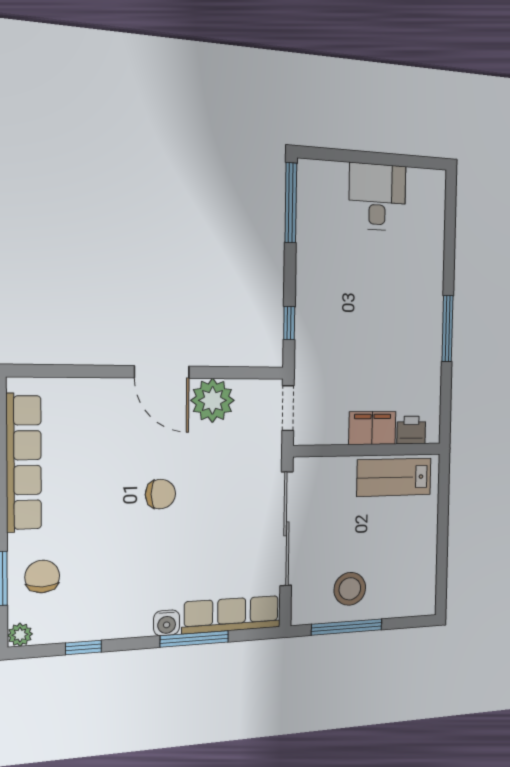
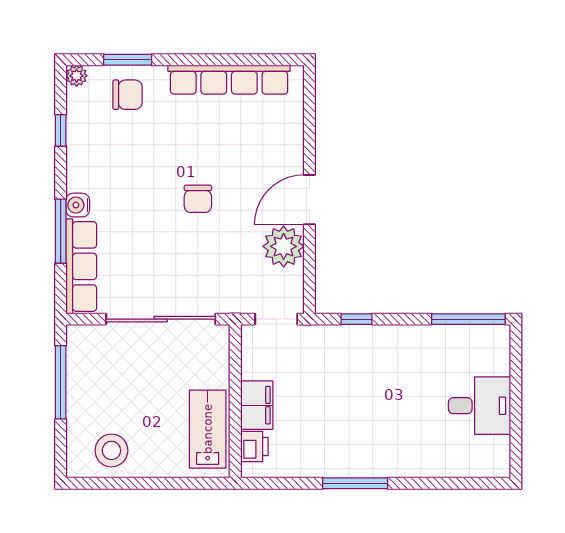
stool: (350, 589) -> (111, 450), moved

